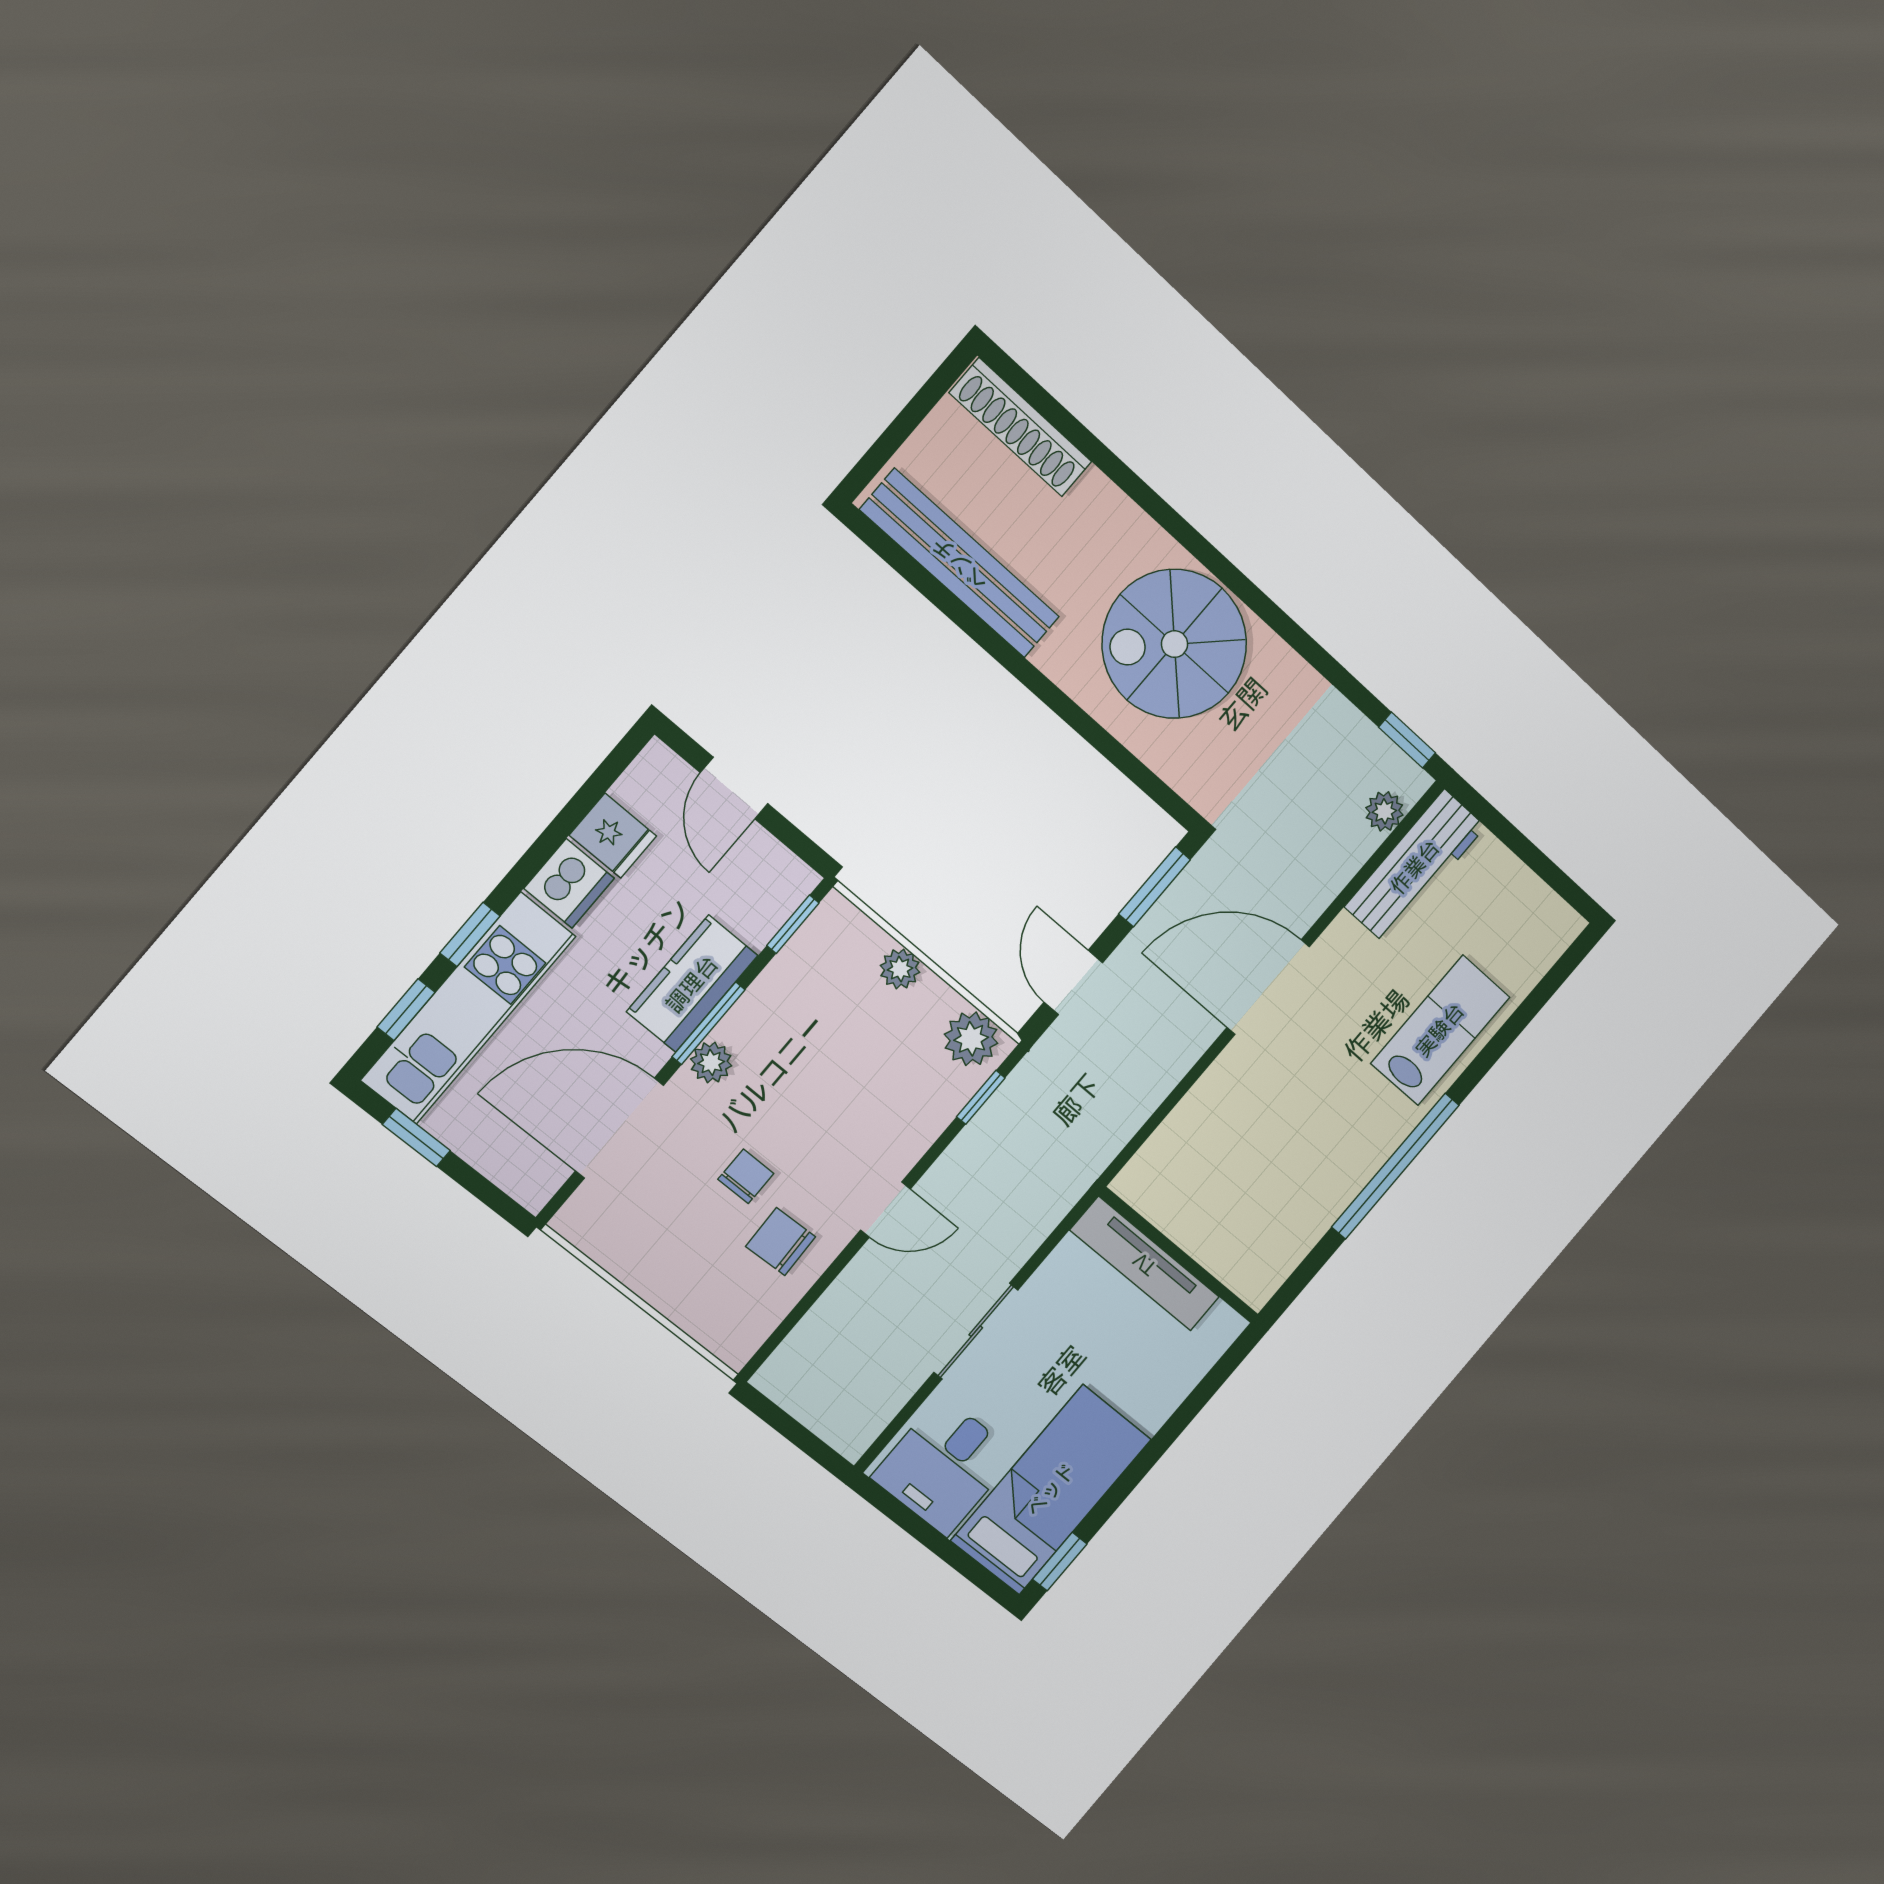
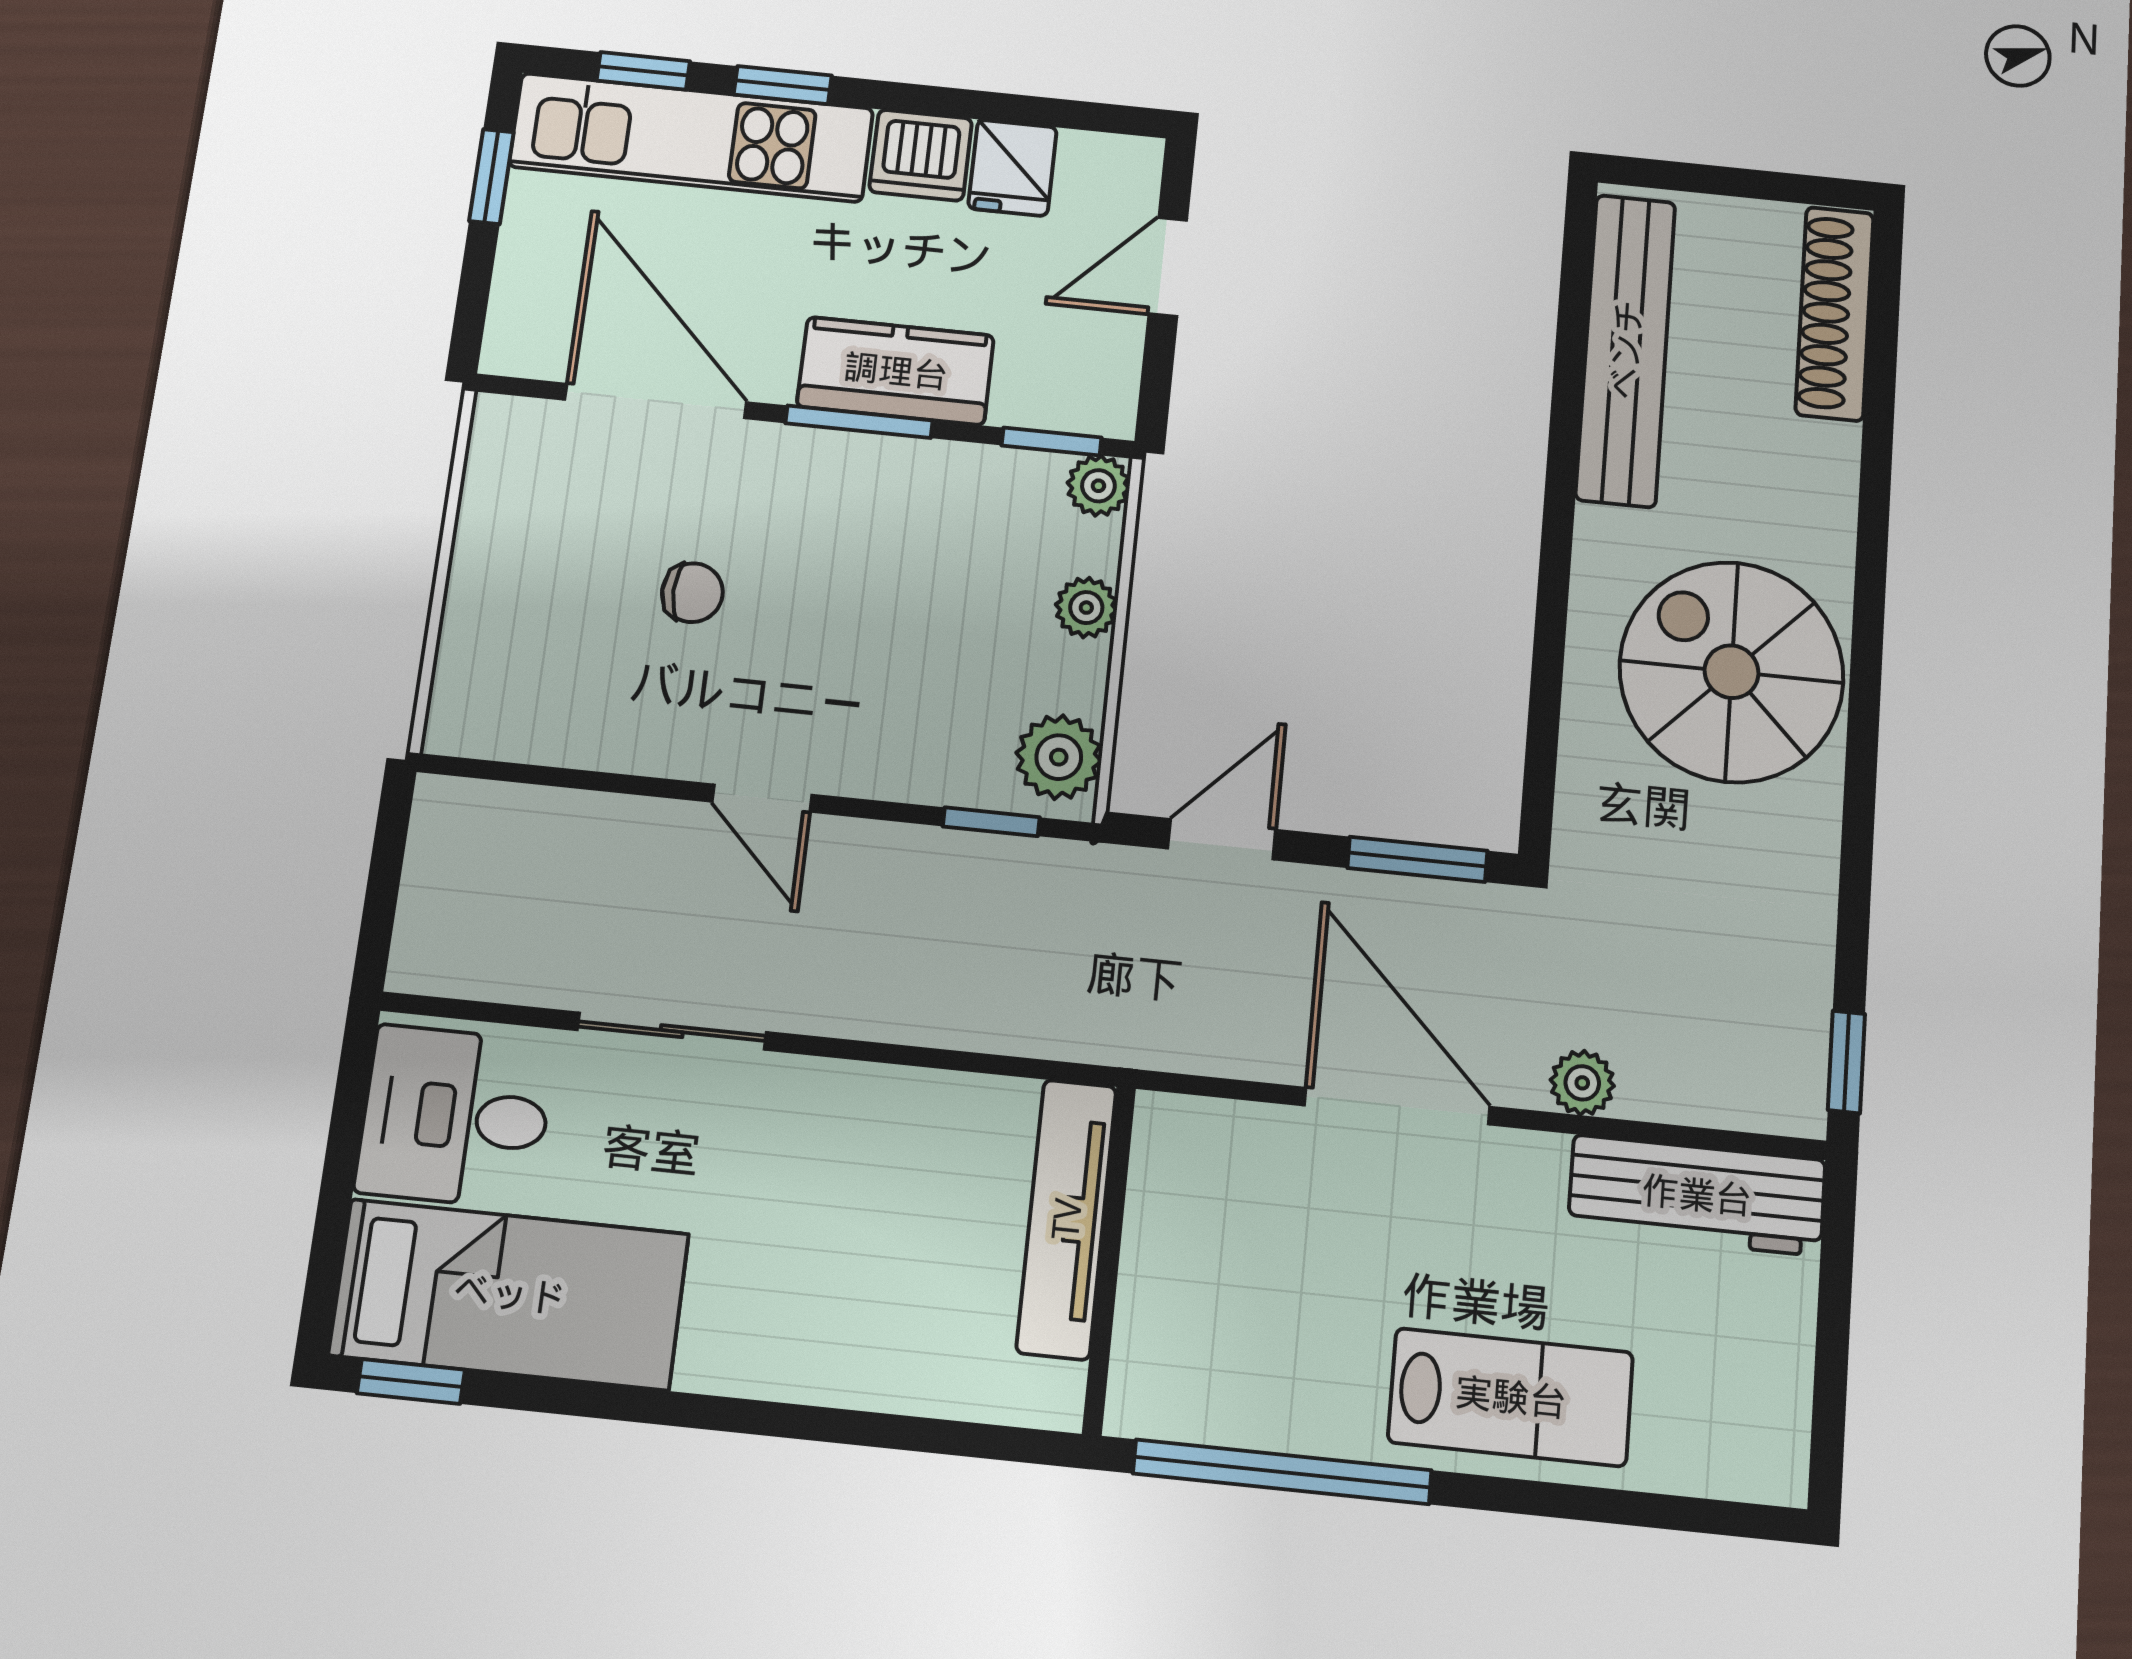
plant: (1384, 811) -> (1582, 1083), moved
plant: (711, 1062) -> (1098, 486), moved
chair: (781, 1242) -> (634, 692), removed
wall: (1179, 1255) -> (1109, 1259), moved
tv unit: (1145, 1264) -> (1067, 1219), moved

